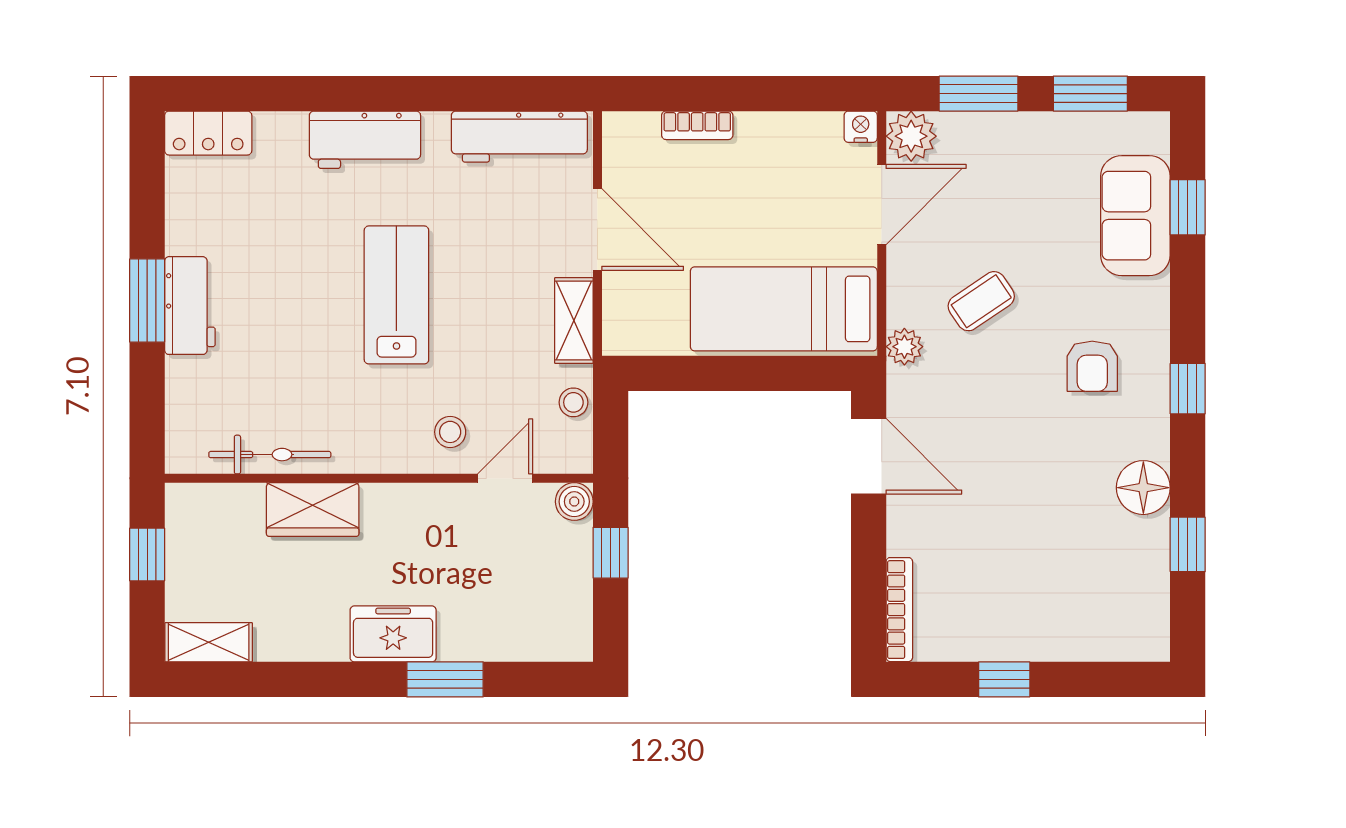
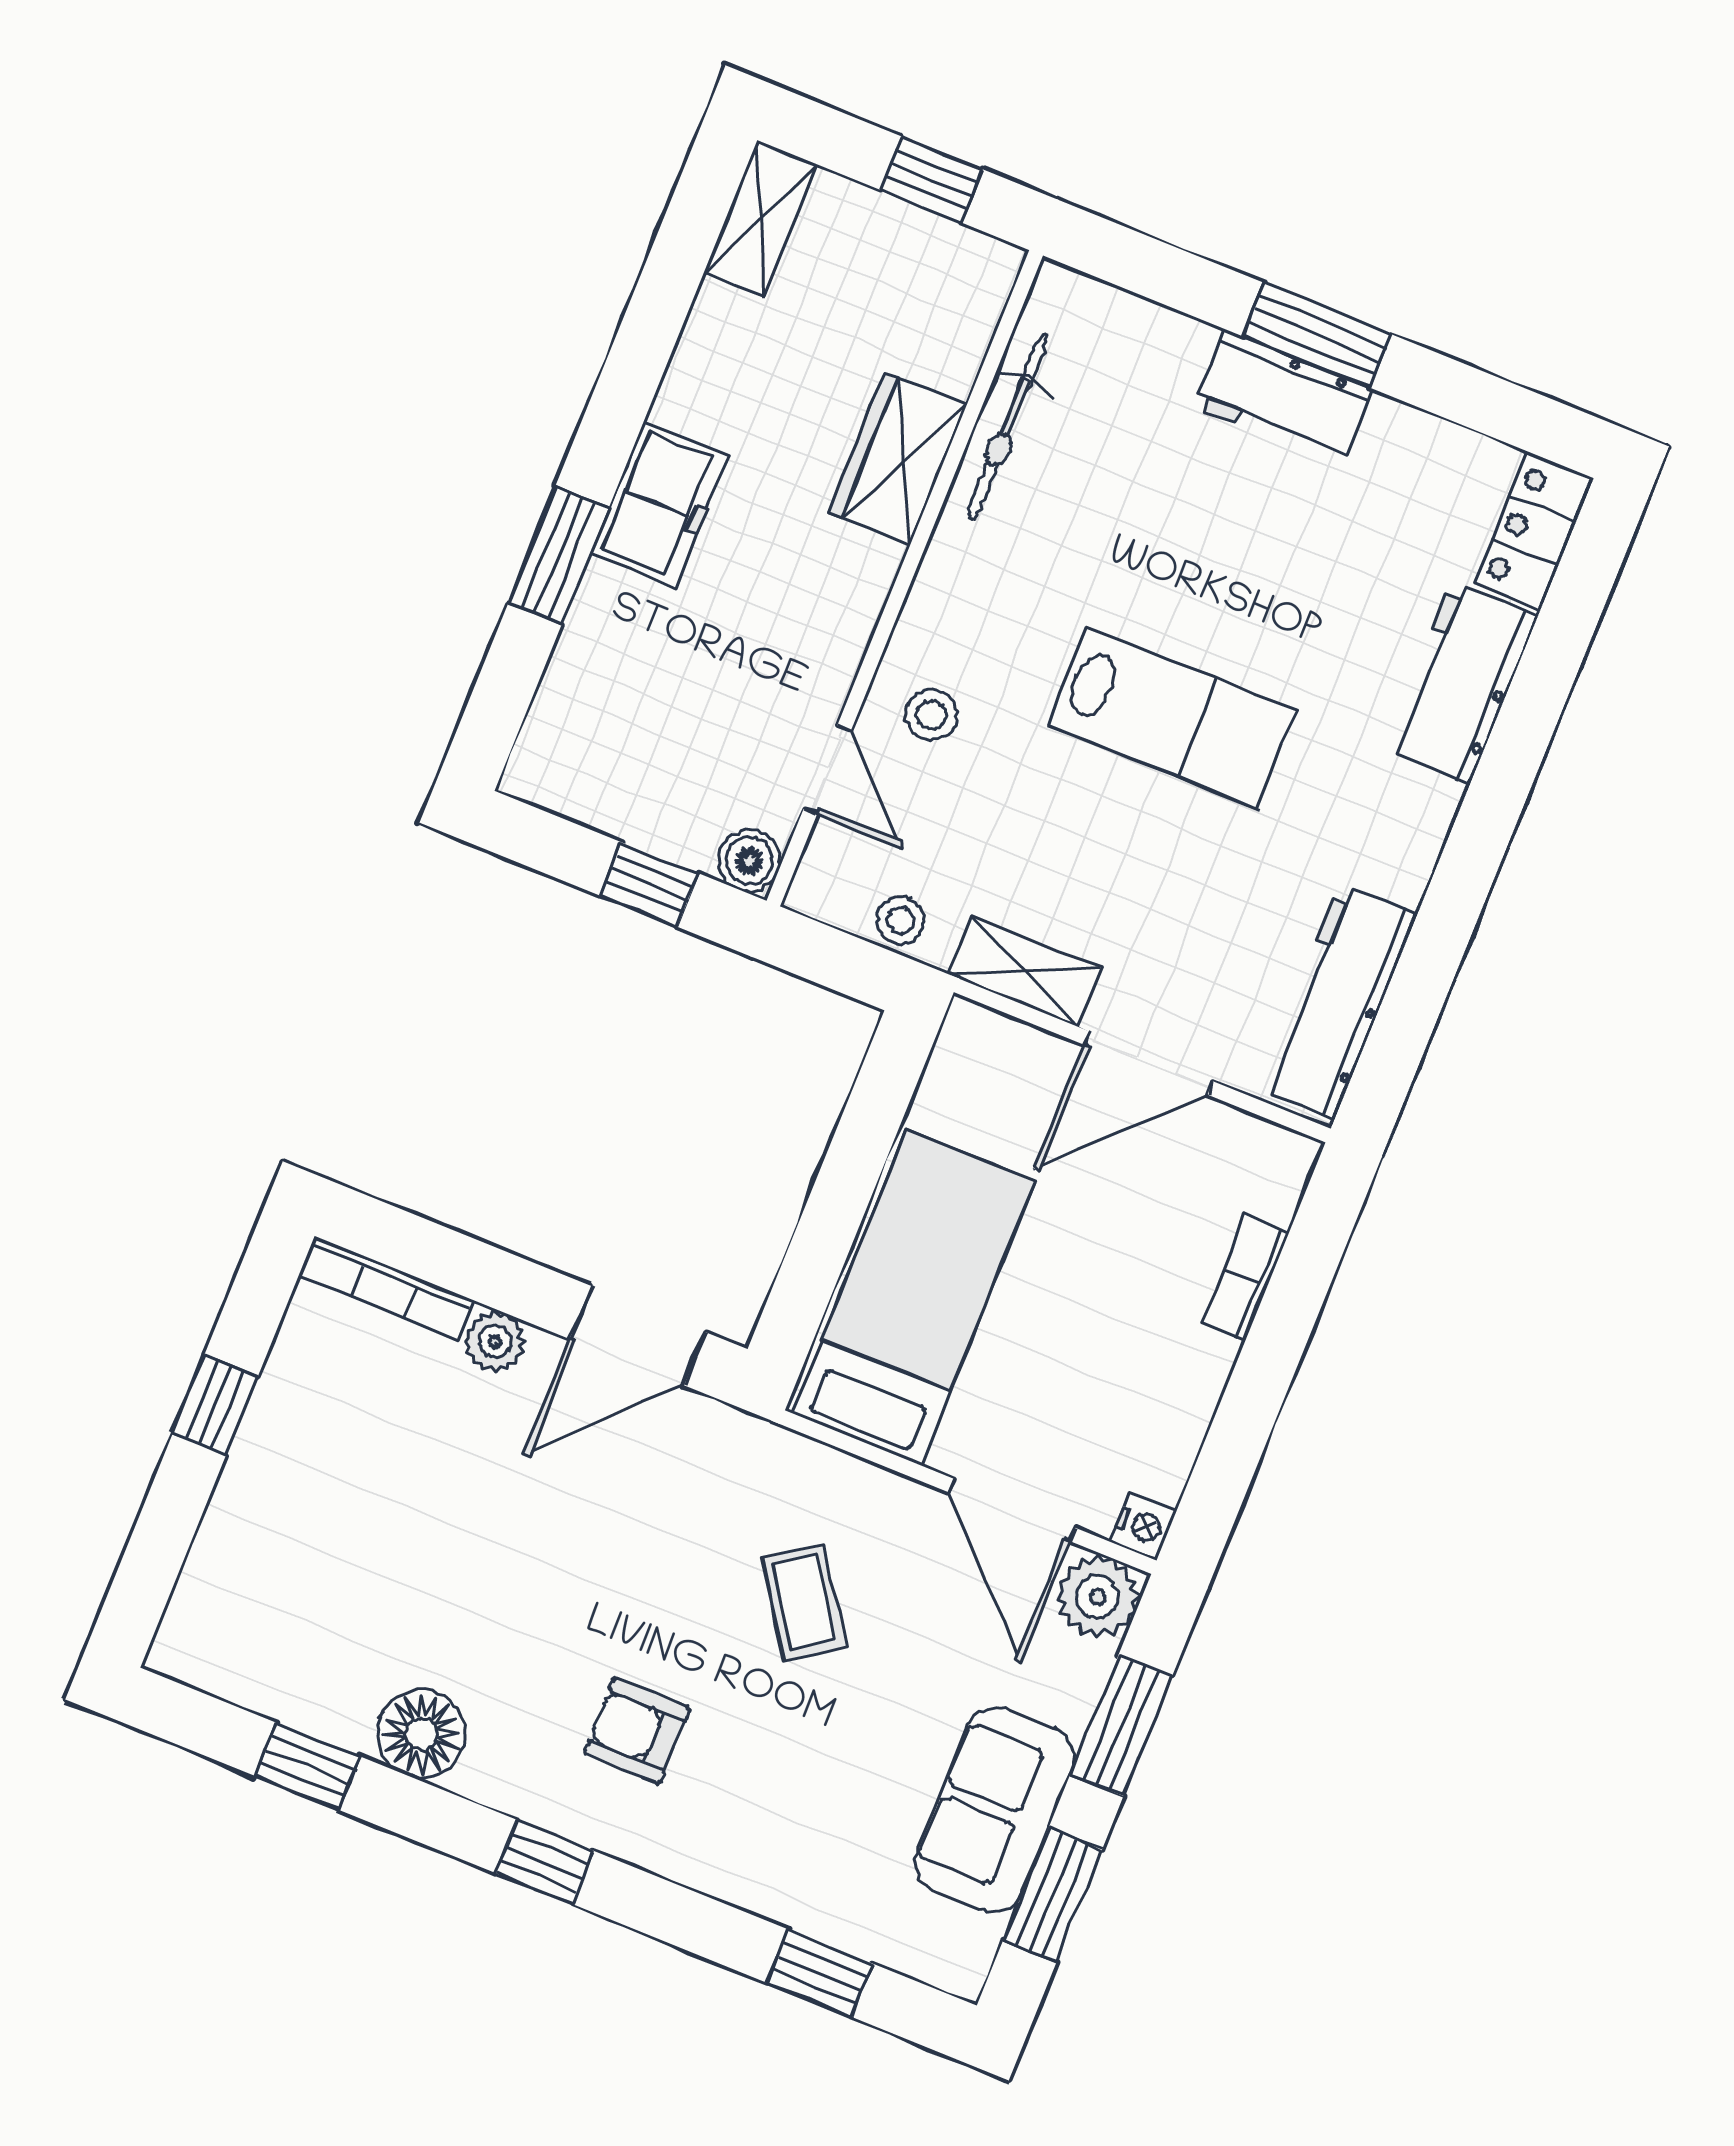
workbench: (365, 140) -> (1461, 683), moved
sofa: (1135, 216) -> (995, 1810), moved, turned -90
plant: (904, 347) -> (495, 1341), moved

